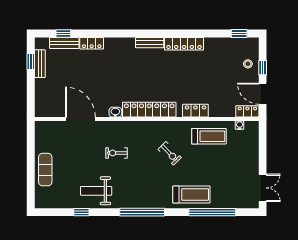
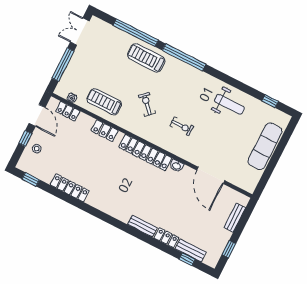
bench: (150, 43) -> (142, 226), moved
locker: (184, 44) -> (70, 188), moved
bench: (40, 64) -> (235, 218), moved
locker: (247, 111) -> (68, 111), moved
window: (263, 151) -> (63, 65), added
exercise bike: (116, 153) -> (182, 126), moved
exercise mat: (45, 170) -> (265, 146), width x1.36, depth x1.45
window: (81, 212) -> (270, 101), moved
window: (142, 212) -> (184, 57), moved

